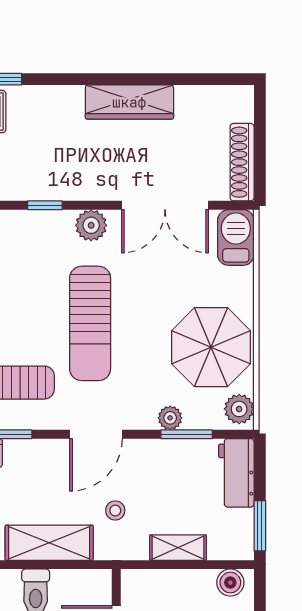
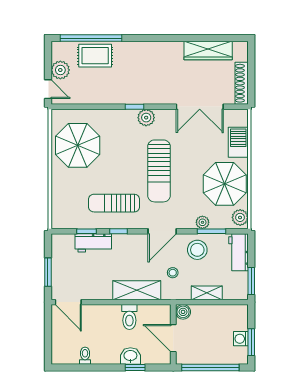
wardrobe: (129, 102) -> (208, 51), moved
plant: (91, 225) -> (146, 118), moved
barbecue: (236, 237) -> (238, 142), moved
stool: (161, 468) -> (197, 250), added
boiler: (230, 583) -> (183, 312), moved

